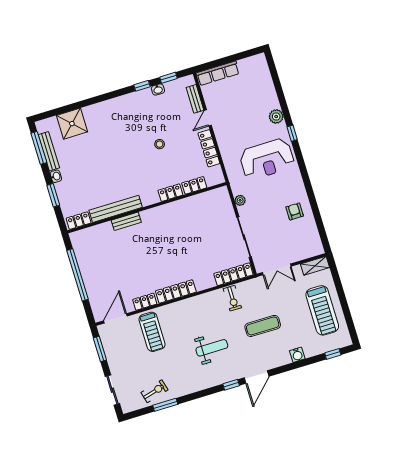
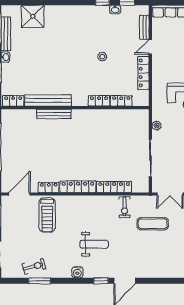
bench: (126, 221) -> (54, 114), width x1.36
locker: (233, 274) -> (114, 187), moved
exercise mat: (263, 326) -> (153, 224), moved
water cooler: (297, 355) -> (77, 272), moved

